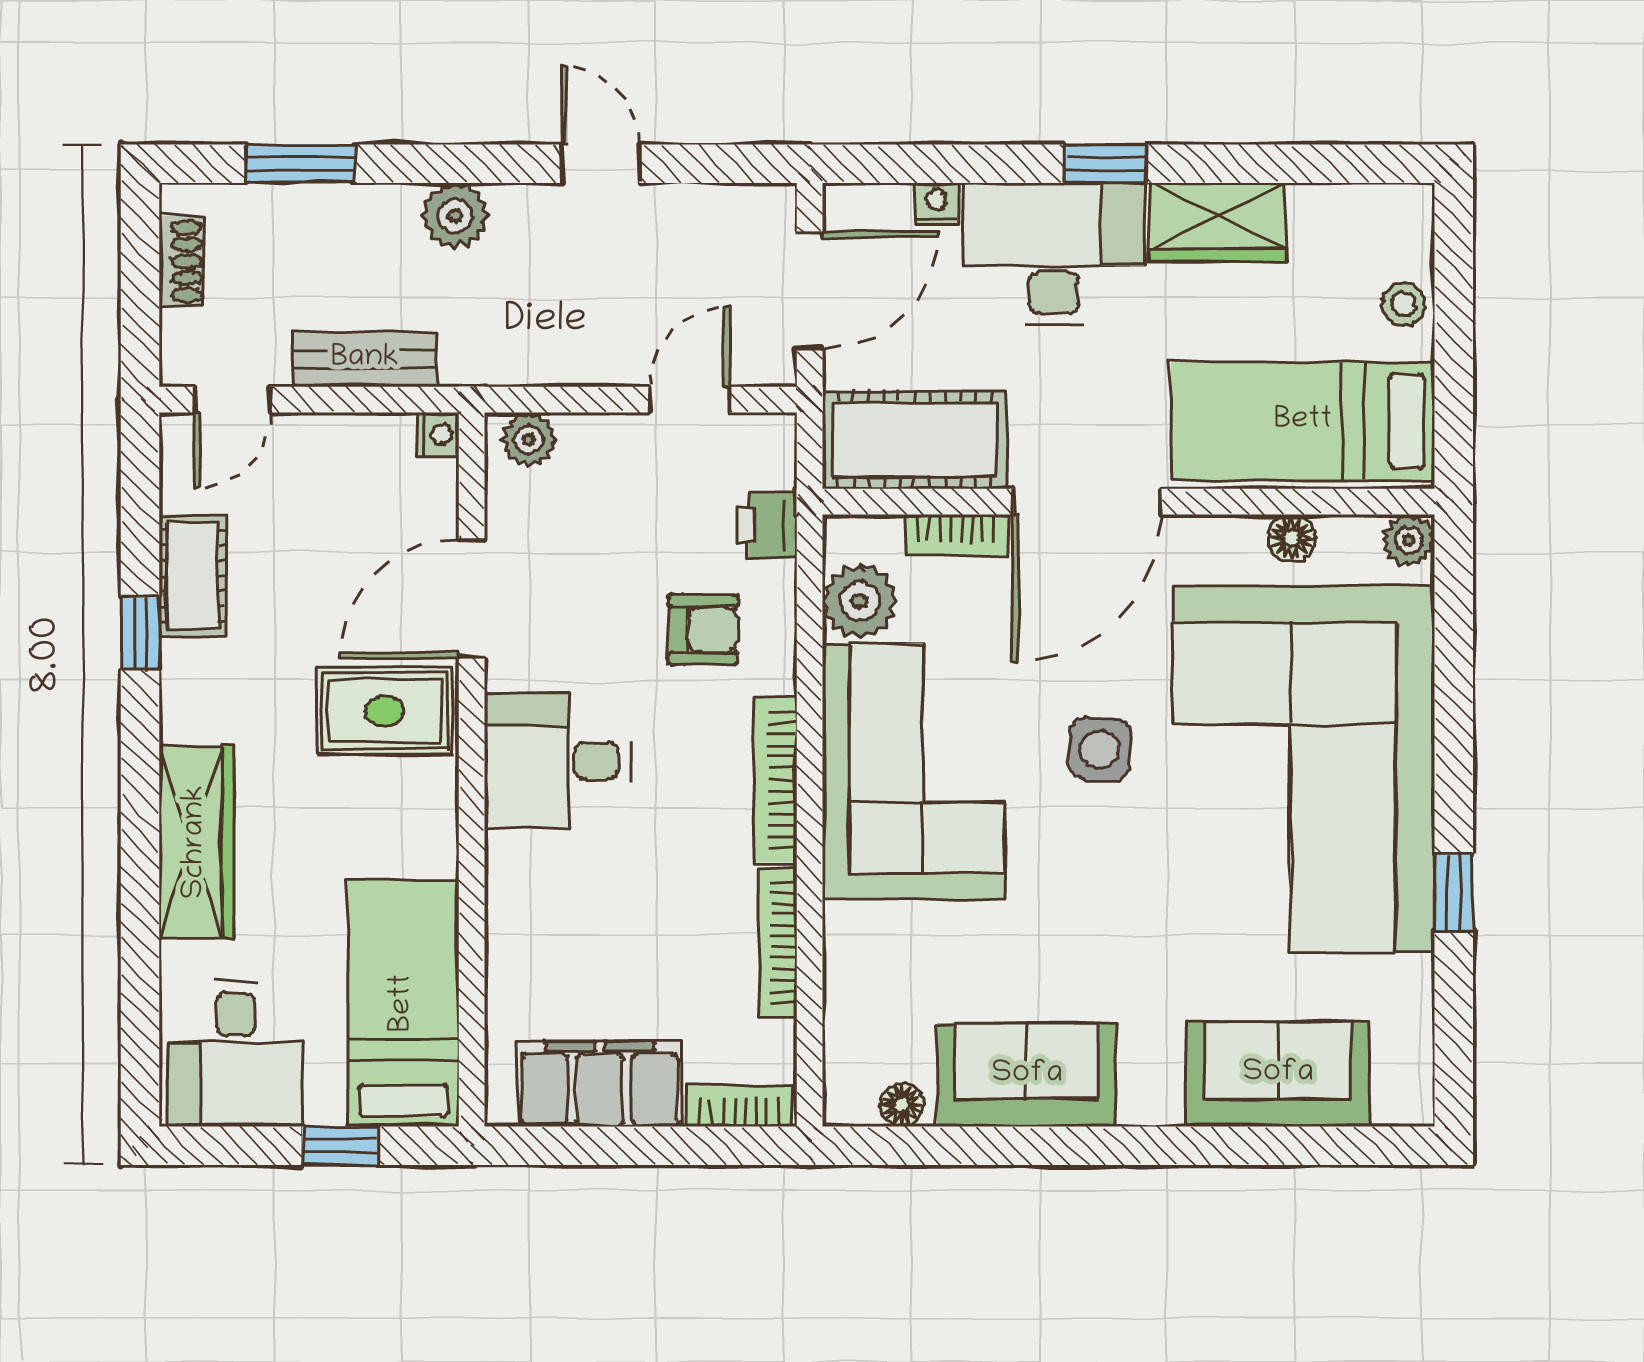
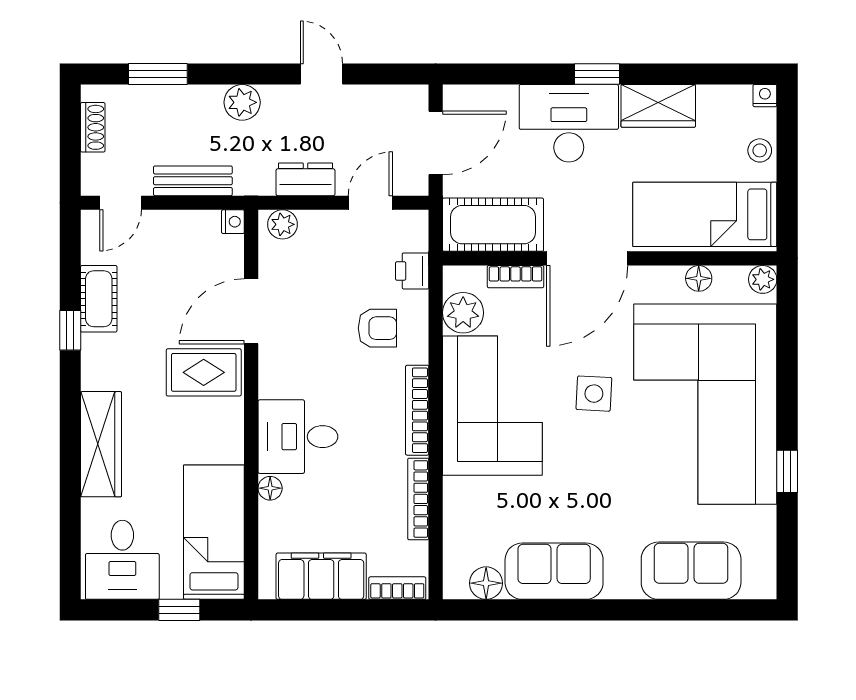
nightstand: (936, 203) -> (765, 96), moved
dresser: (571, 357) -> (305, 179), added
desk: (557, 761) -> (298, 437), moved
floor lamp: (506, 923) -> (270, 488), added
floor lamp: (902, 1105) -> (486, 583), width x1.37, depth x1.37

